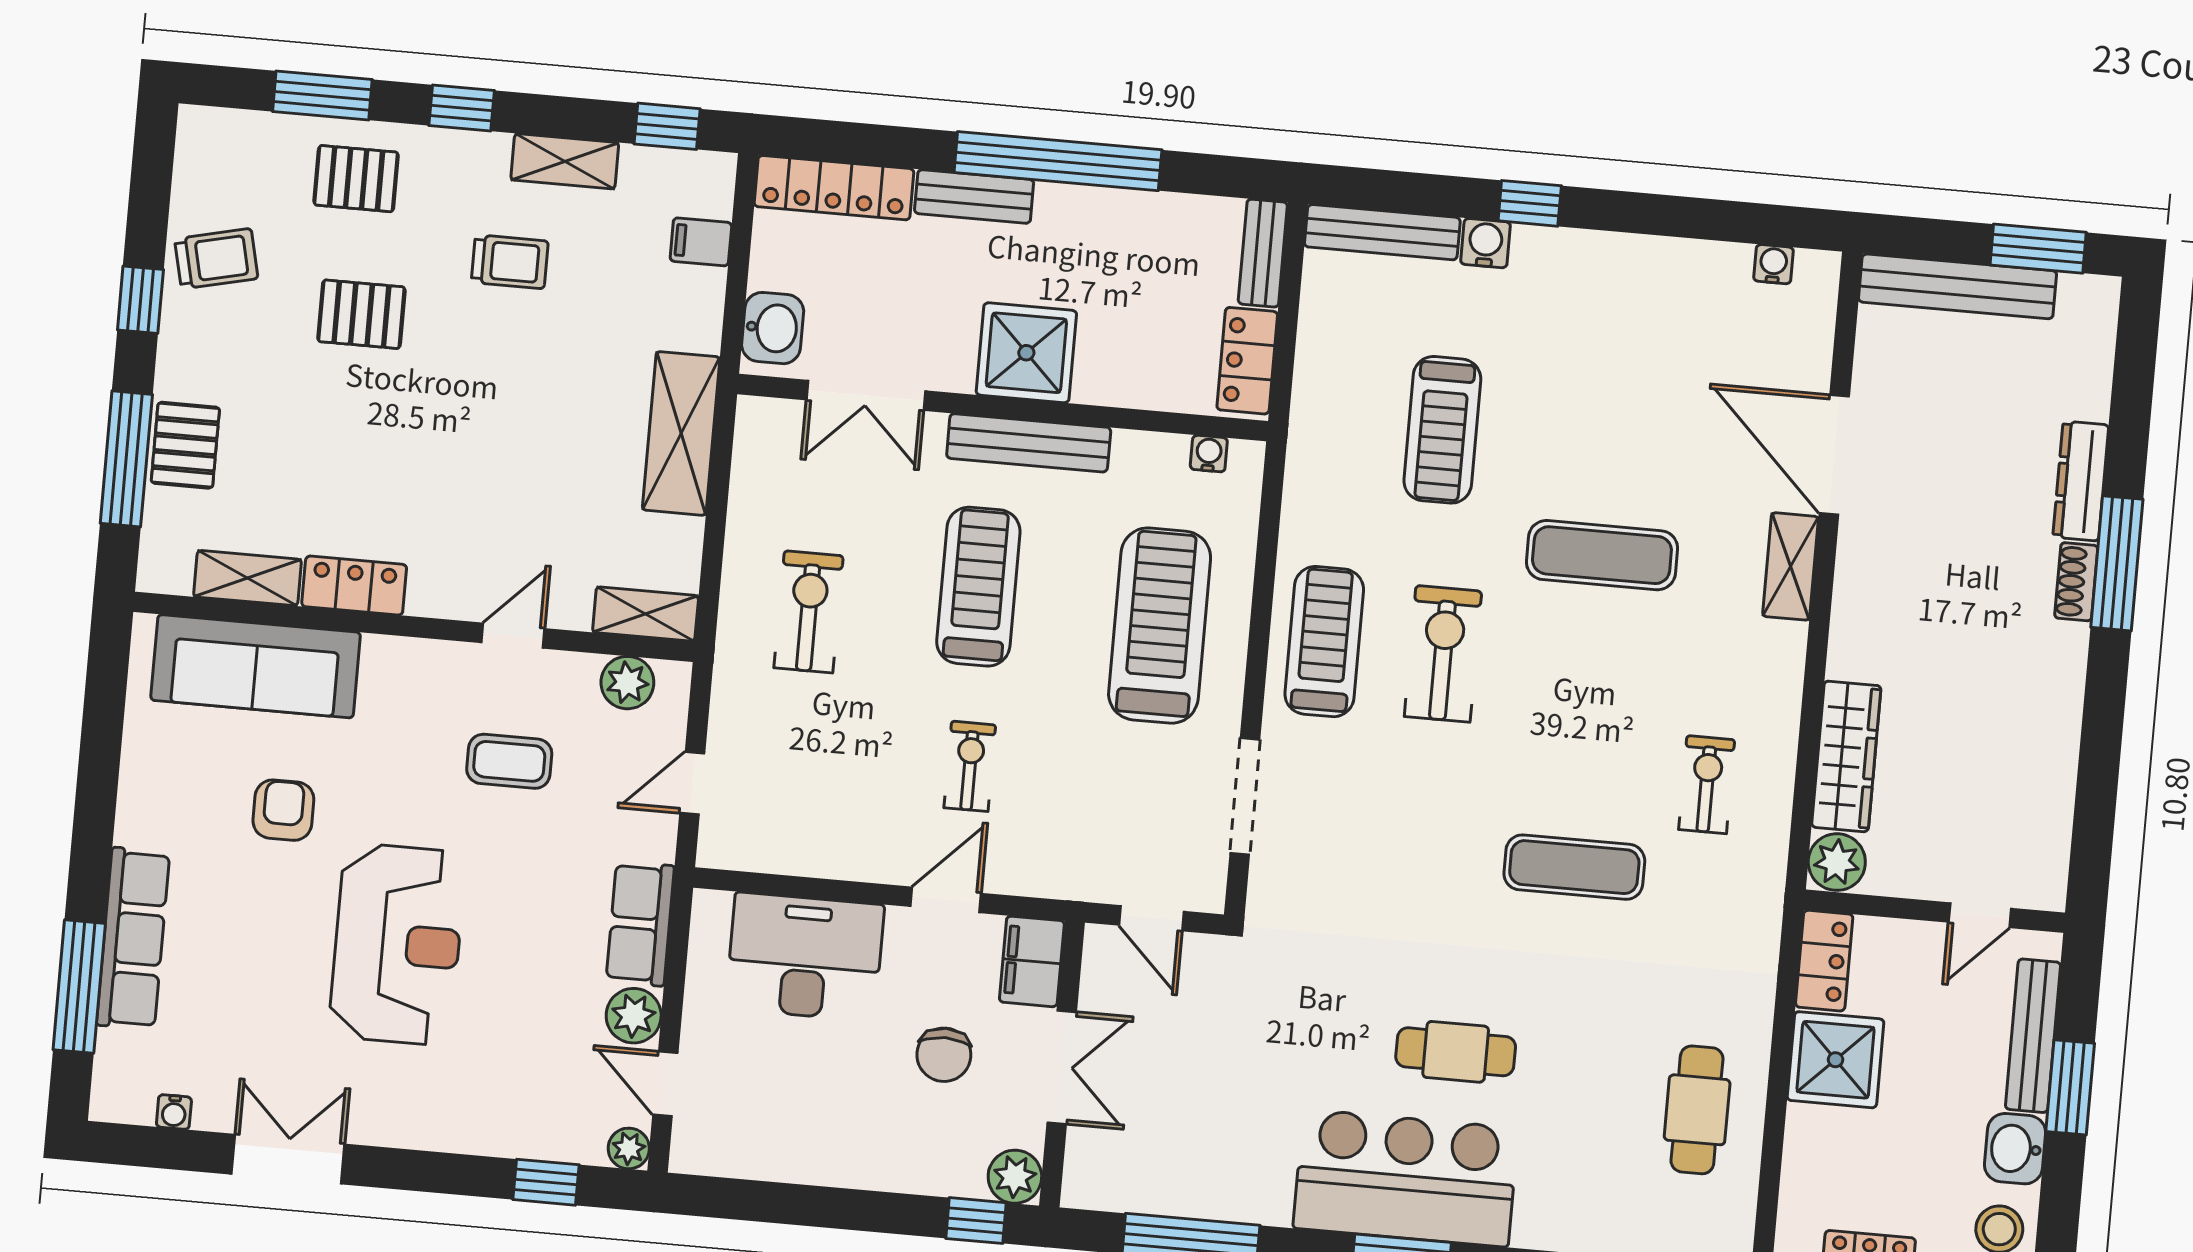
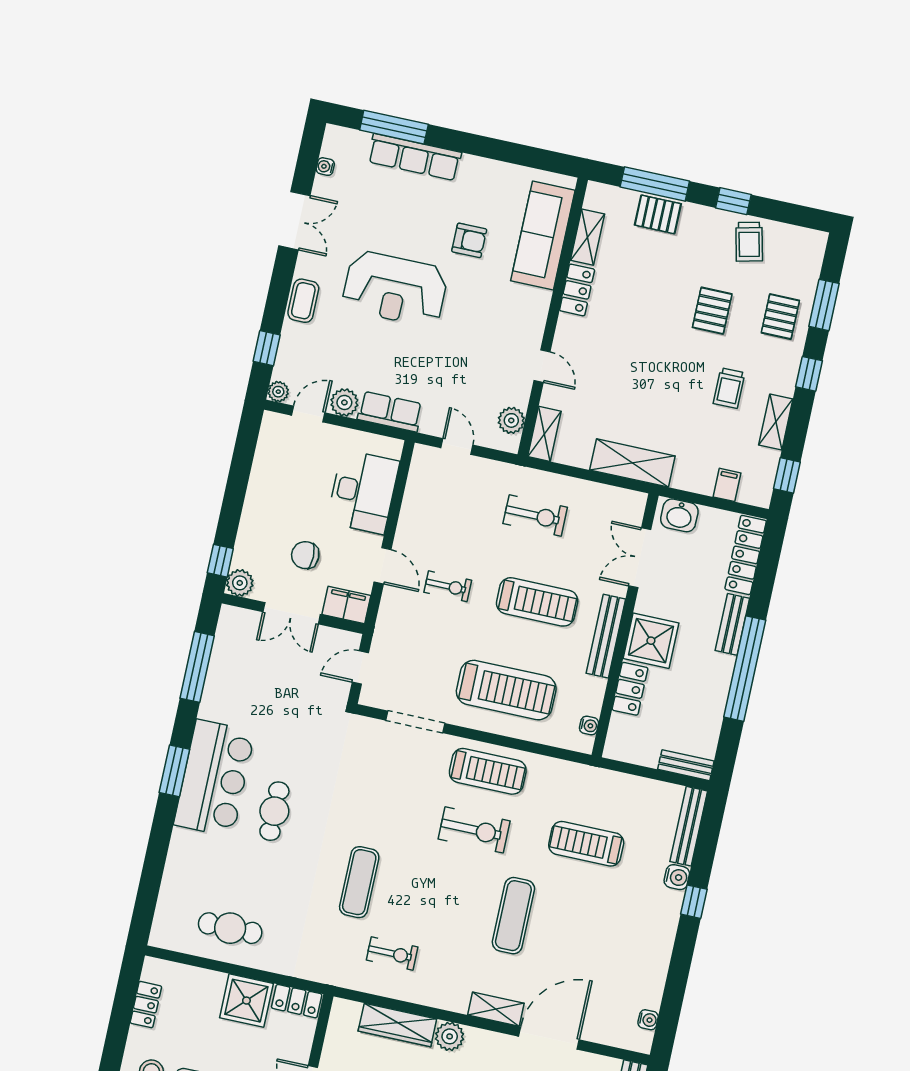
locker: (1247, 361) -> (630, 689), moved, turned 90
coffee table: (509, 761) -> (303, 301), moved
plant: (1837, 862) -> (450, 1036), moved

